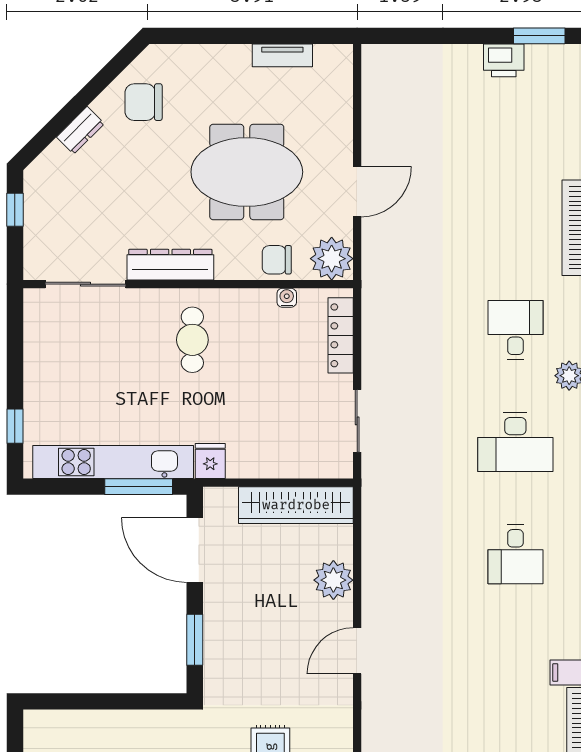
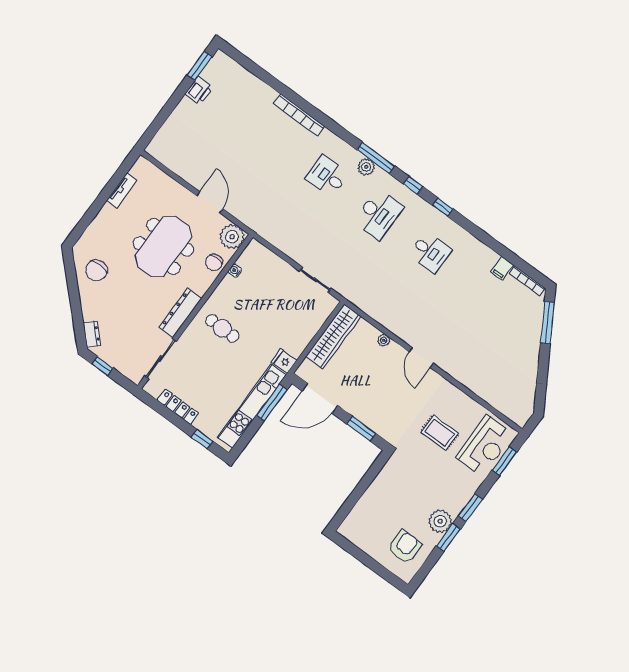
dresser: (80, 130) -> (92, 334), moved
locker: (341, 335) -> (178, 407), moved, turned 180
plant: (333, 580) -> (384, 340), width x0.53, depth x0.53

